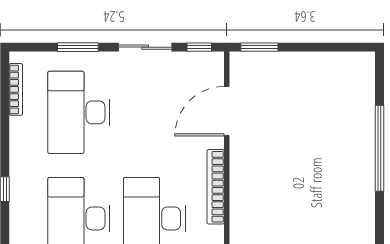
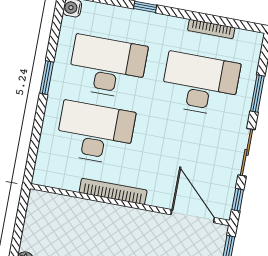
bookcase: (16, 89) -> (211, 29), moved
door: (227, 111) -> (193, 216), moved

